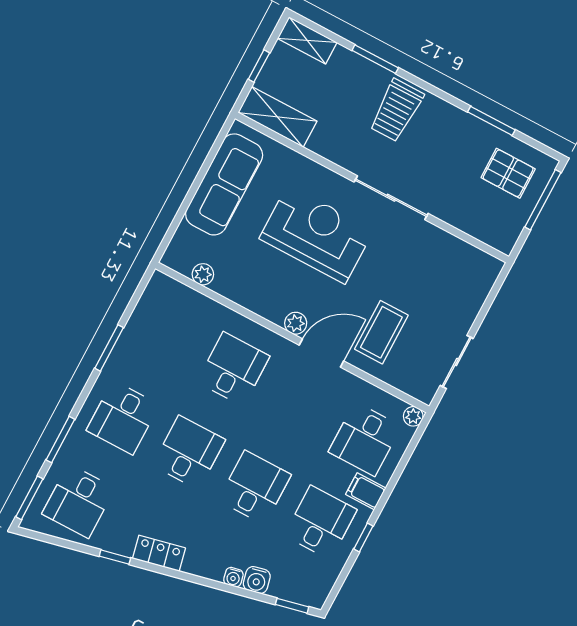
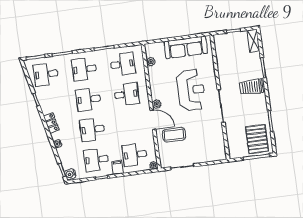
shelving: (277, 117) -> (221, 49), removed
pallet: (508, 173) -> (257, 139), width x1.50, depth x1.42
desk: (167, 334) -> (123, 64), added
desk: (189, 453) -> (88, 99), turned 180
desk: (255, 488) -> (92, 130), turned 180
desk: (320, 523) -> (96, 160), turned 180
locker: (159, 553) -> (51, 123), moved
water cooler: (257, 580) -> (70, 174), moved

